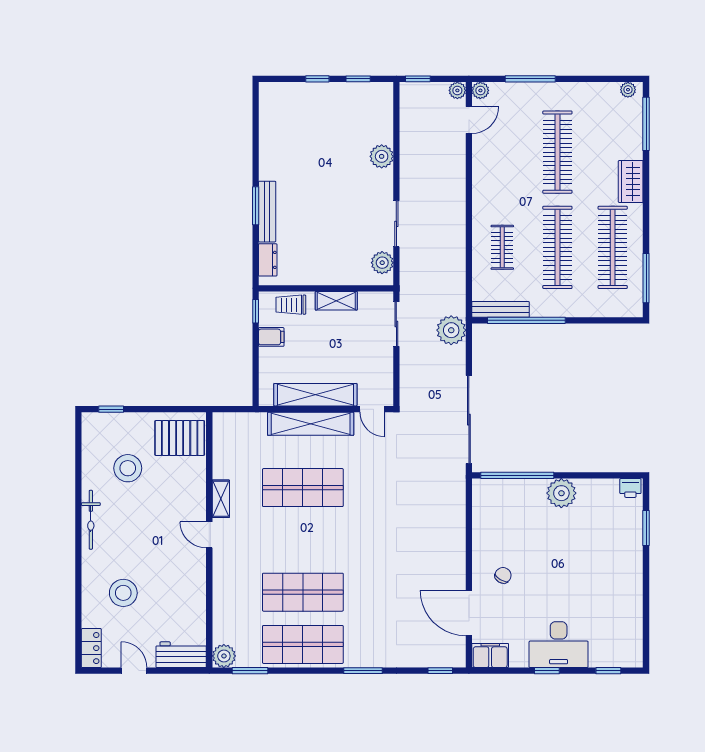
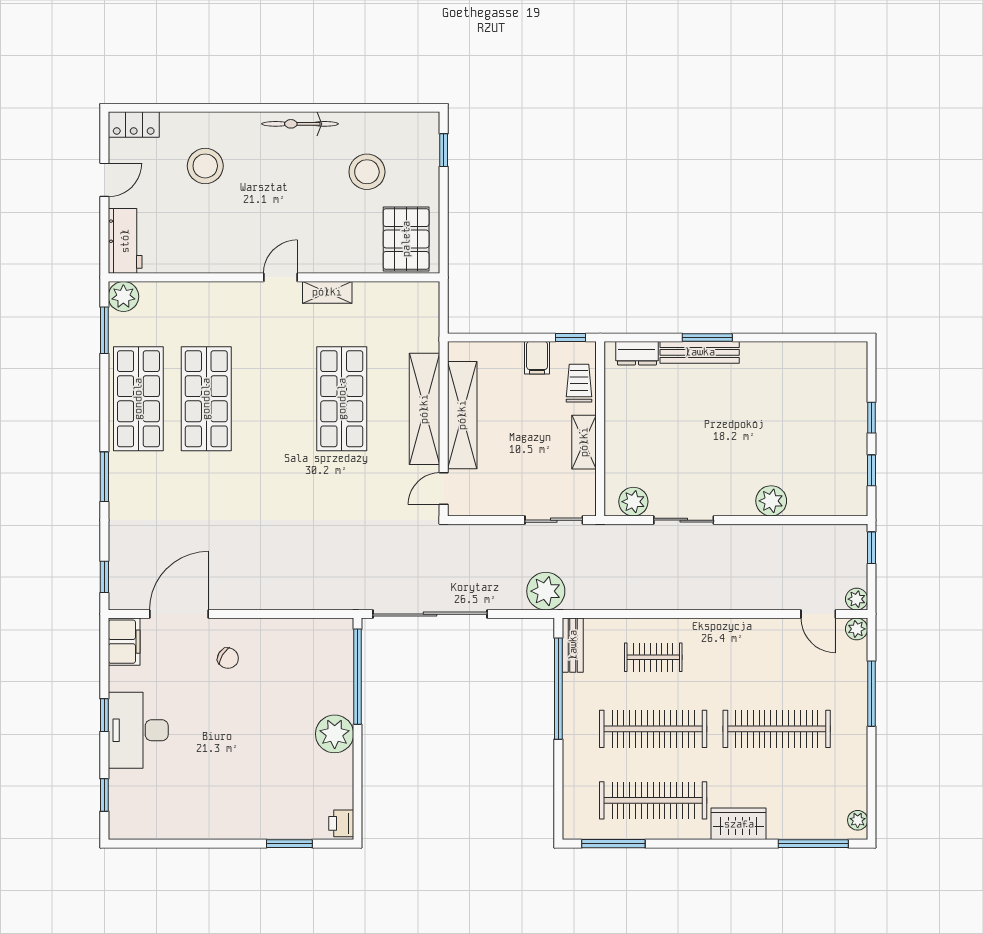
bench: (501, 309) -> (573, 645), width x0.73

